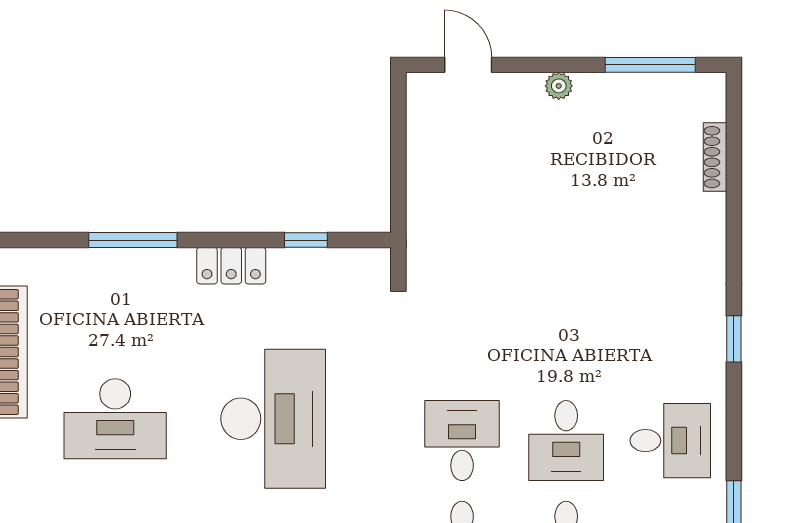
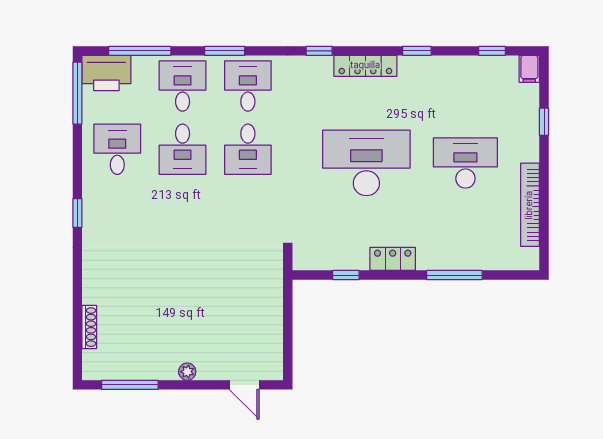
desk: (273, 419) -> (366, 163), turned 90
desk: (566, 441) -> (183, 149), turned 180
desk: (670, 441) -> (117, 149), turned 90

